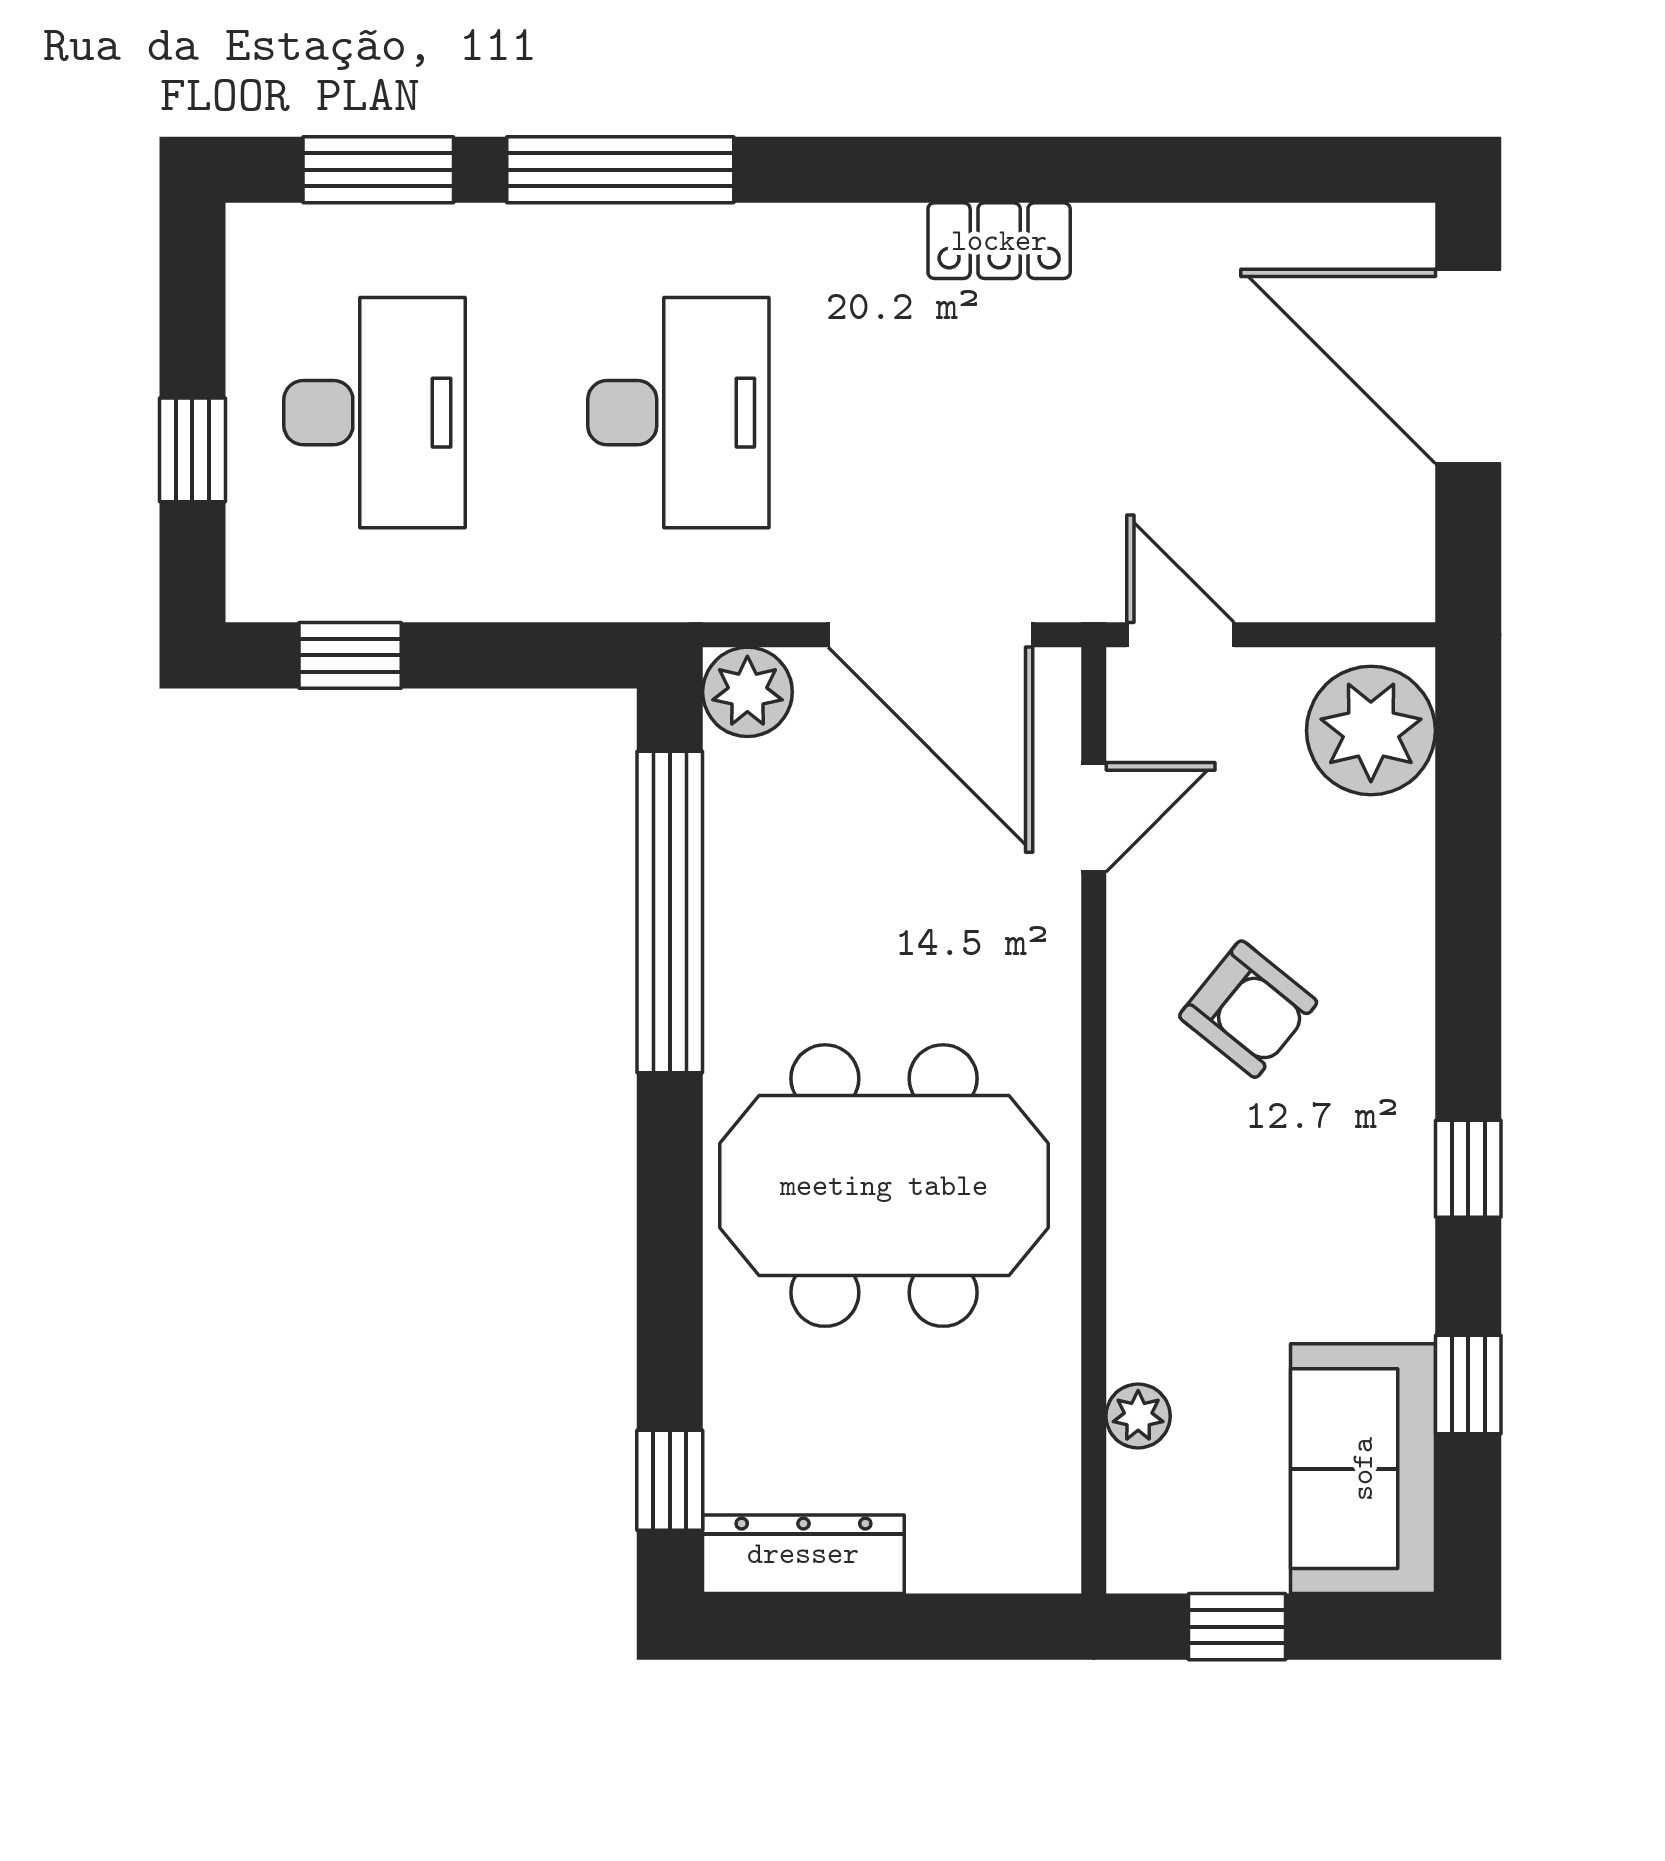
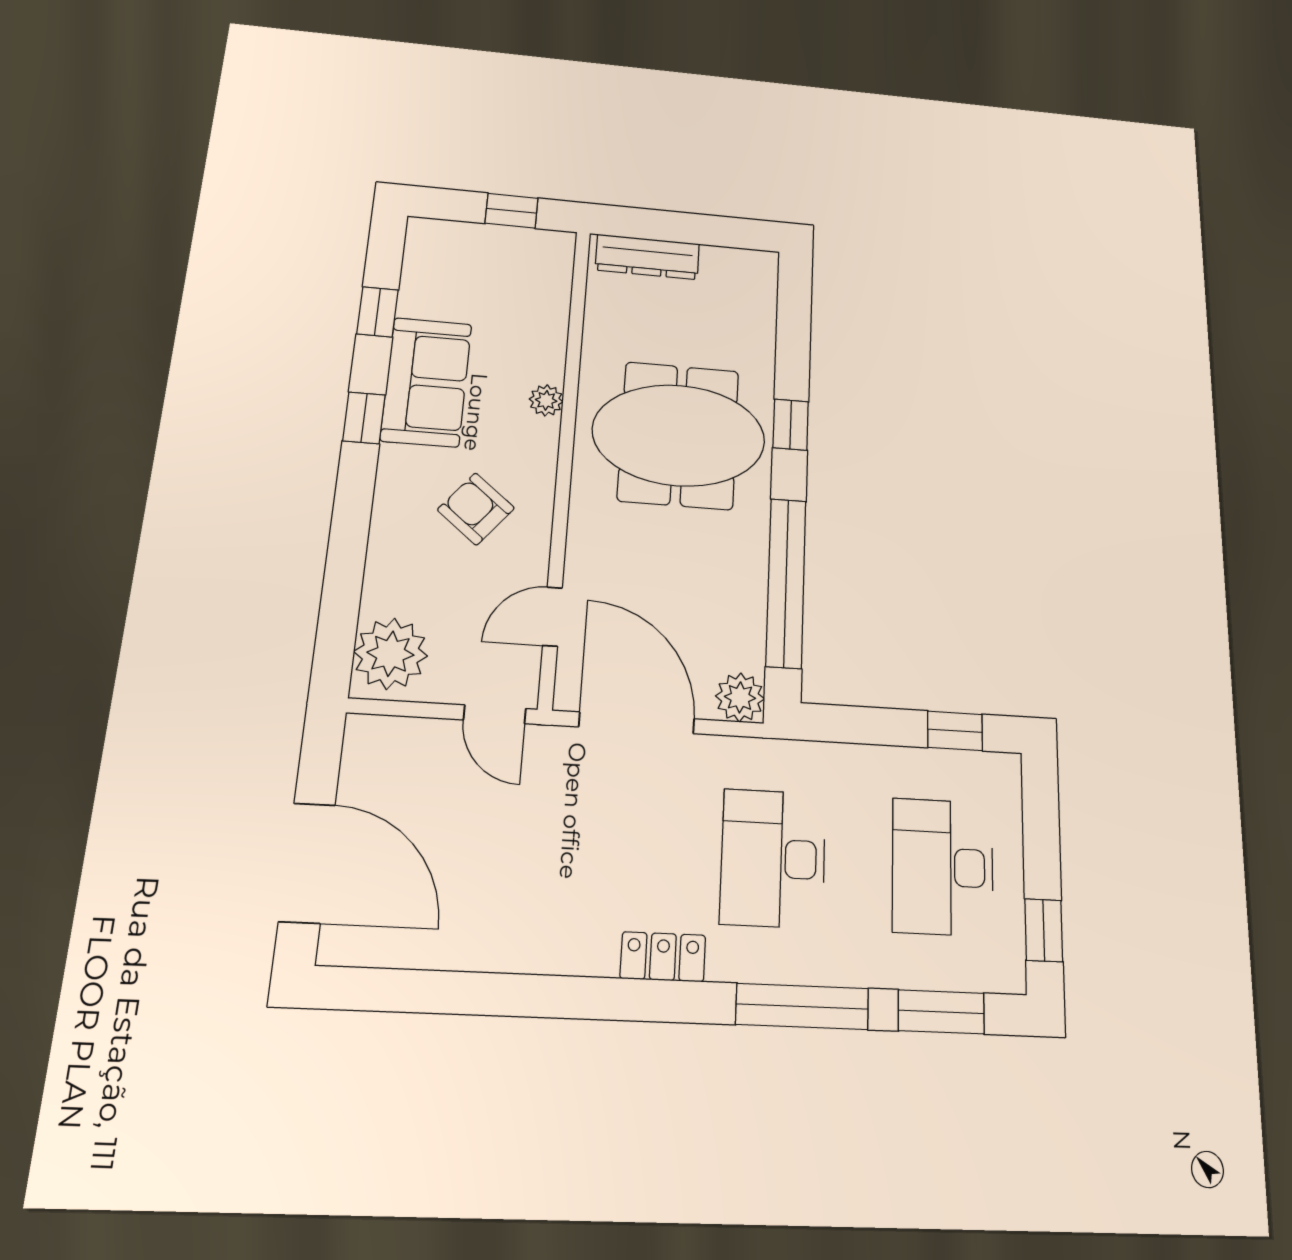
locker: (999, 241) -> (663, 957), moved
window: (192, 450) -> (1044, 930), moved
plant: (1138, 1416) -> (546, 400), moved
sofa: (1363, 1469) -> (426, 382), moved
window: (670, 1480) -> (791, 425), moved
dresser: (803, 1554) -> (647, 257), moved

